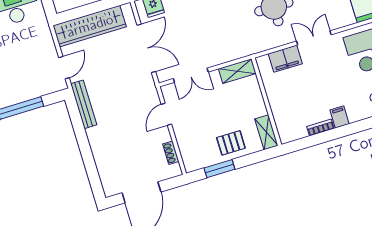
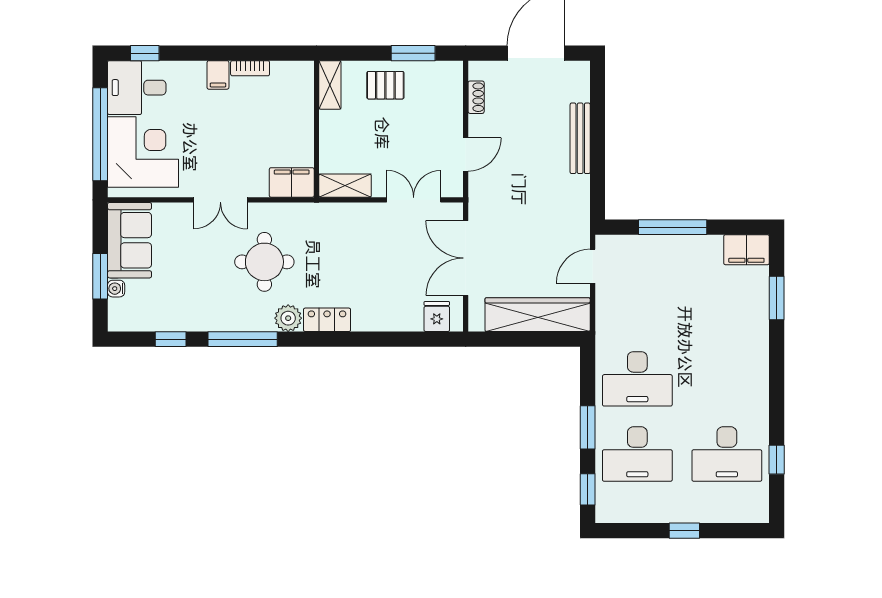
filing cabinet: (285, 59) -> (292, 182), moved
bench: (84, 104) -> (580, 138), moved

